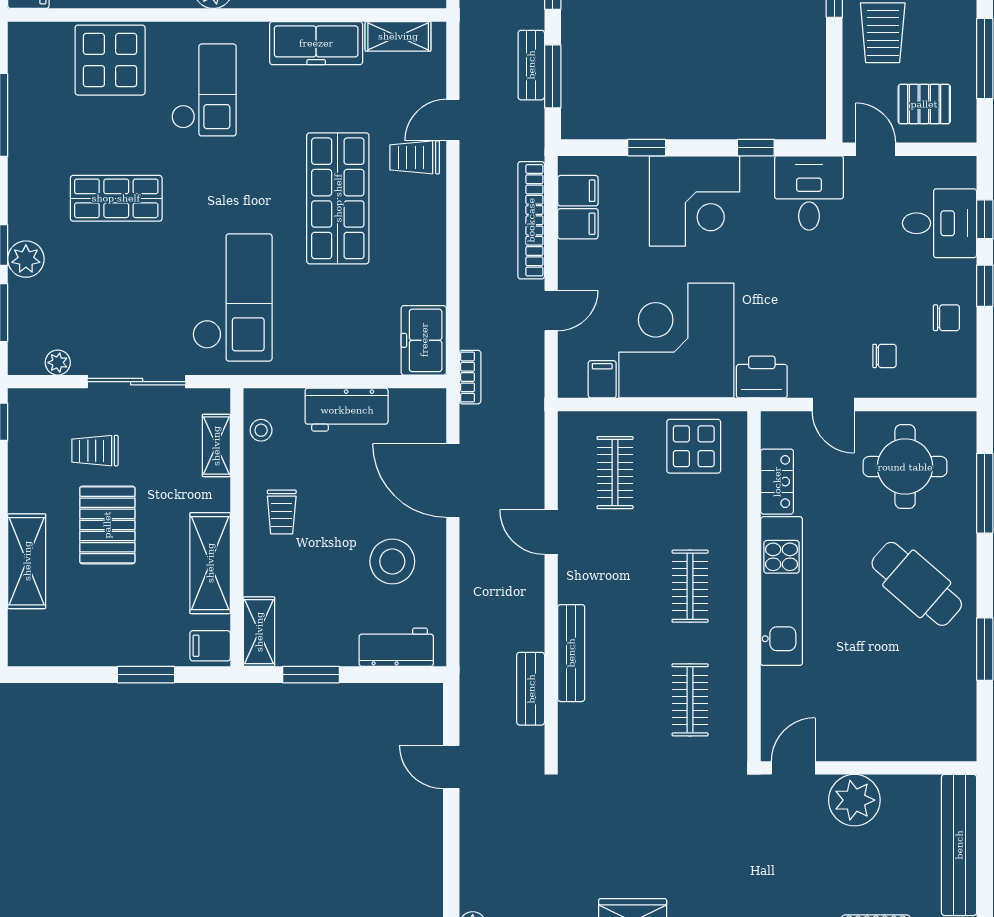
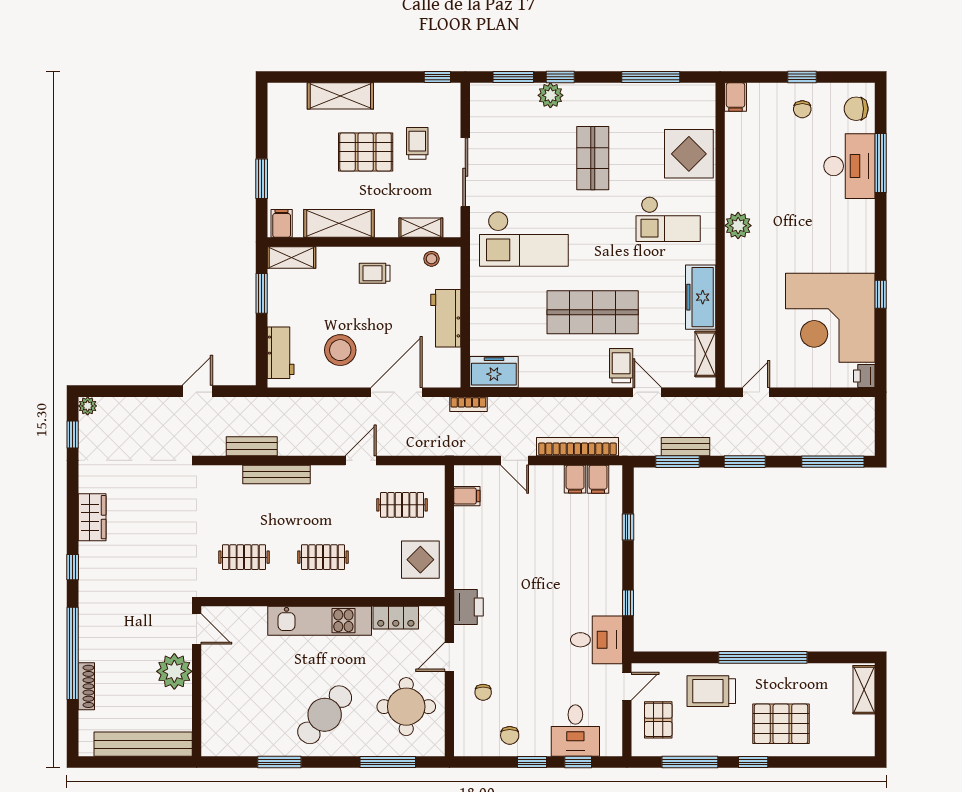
corner desk: (694, 201) -> (591, 560), removed
corner desk: (676, 341) -> (494, 548), removed
plant: (58, 363) -> (479, 117), removed

